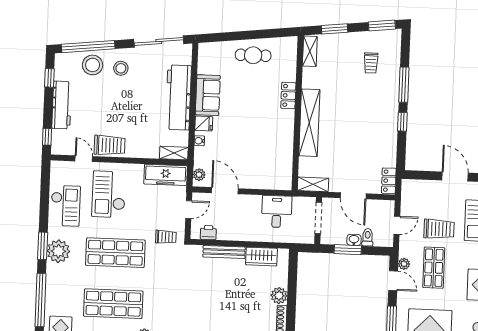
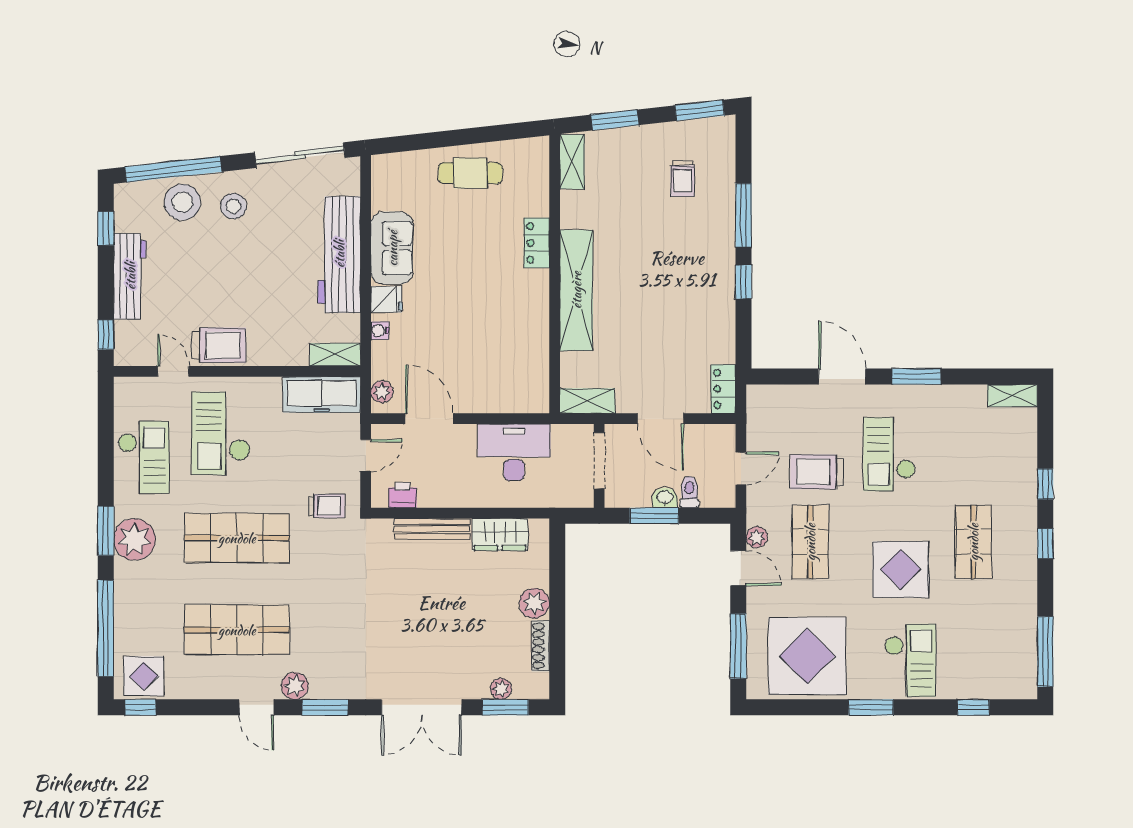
desk: (277, 212) -> (514, 452), width x1.37
trolley: (439, 229) -> (817, 472), turned 180

